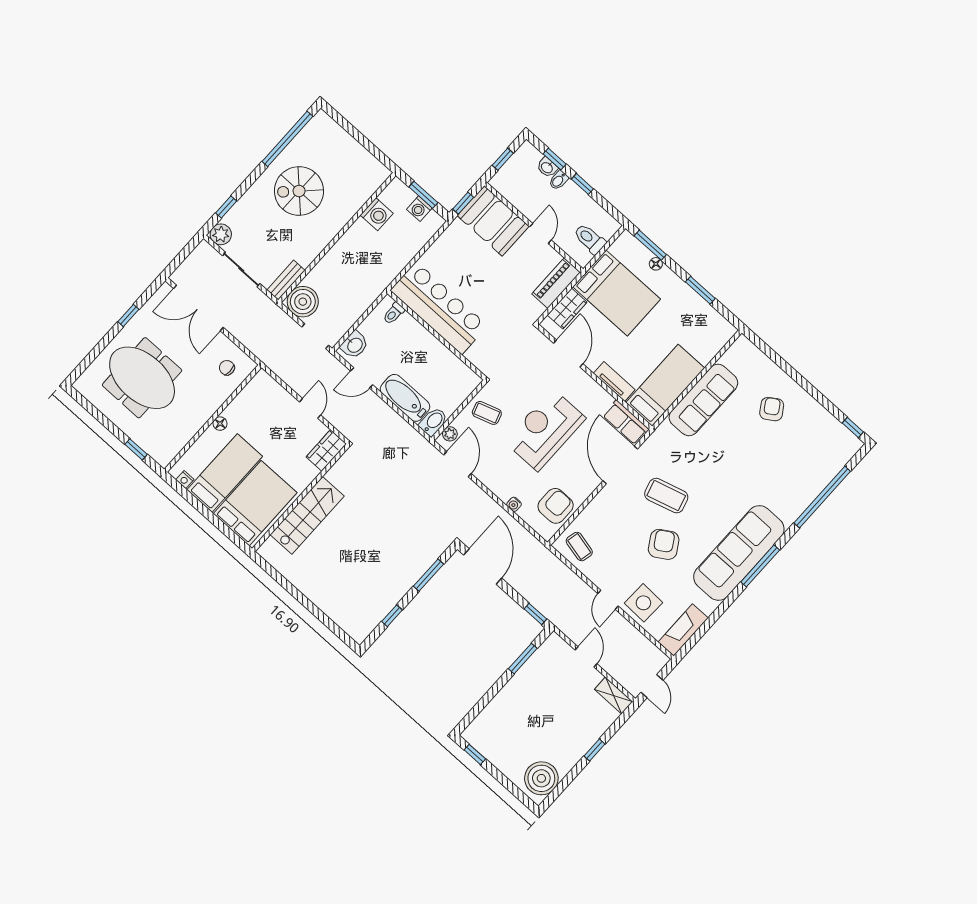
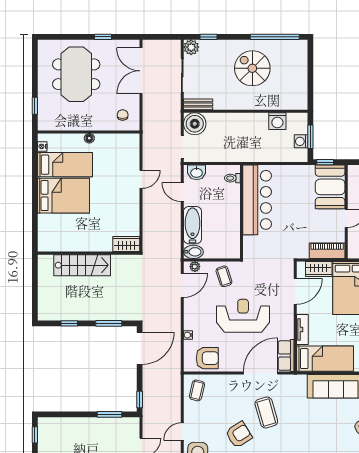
wardrobe: (326, 450) -> (126, 244), moved
wall: (301, 498) -> (89, 253), moved
stairs: (307, 515) -> (82, 265), moved

